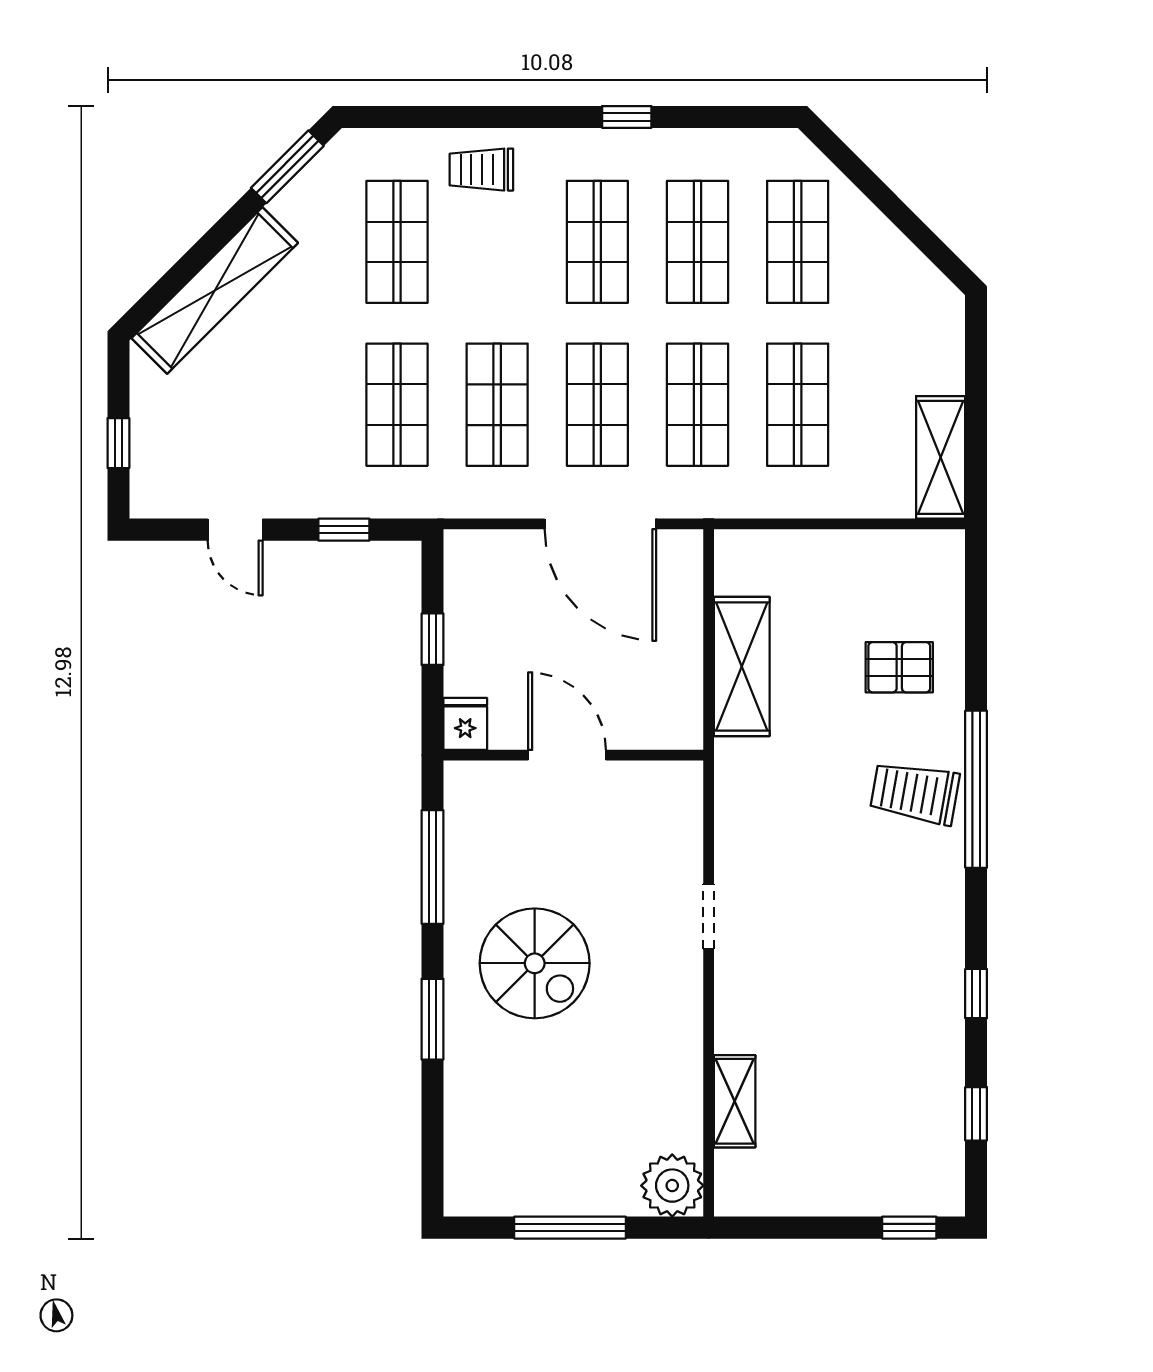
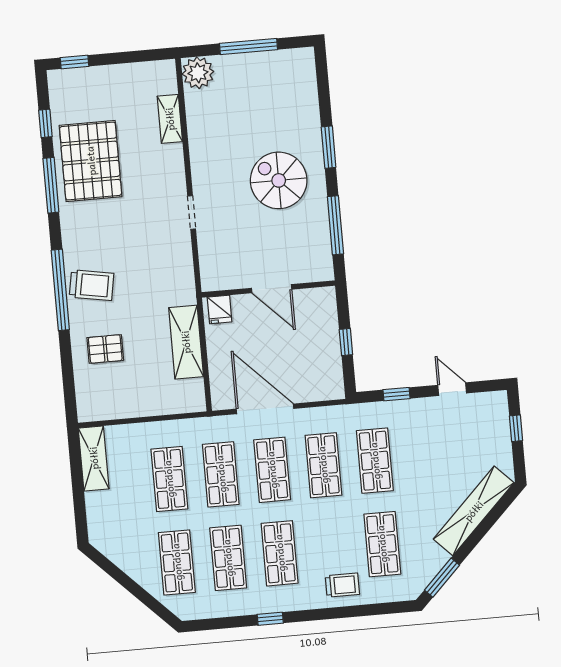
fridge: (465, 724) -> (220, 309), moved
window: (976, 994) -> (51, 185), width x2.17
pallet: (895, 1033) -> (91, 161), added

